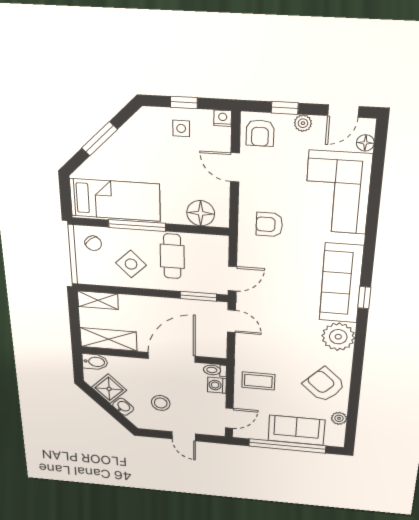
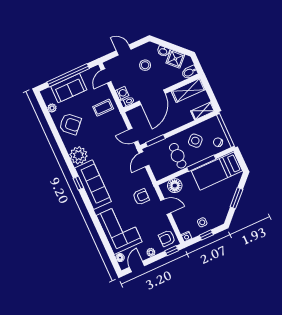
window: (285, 108) -> (172, 251), moved
armchair: (260, 133) -> (167, 238), turned -90
door: (235, 167) -> (166, 207), moved

